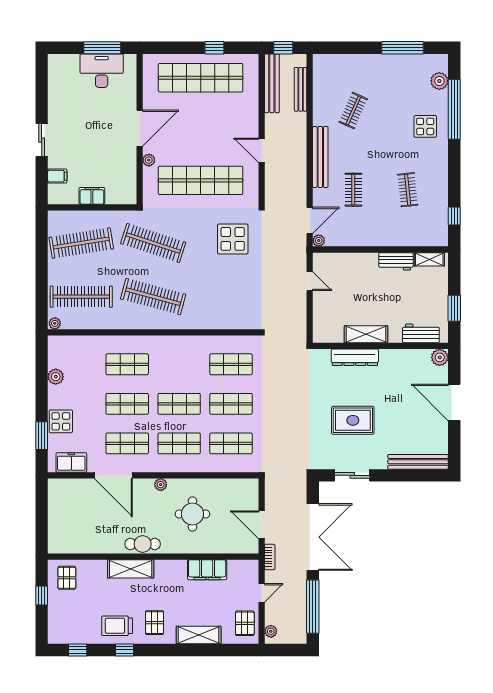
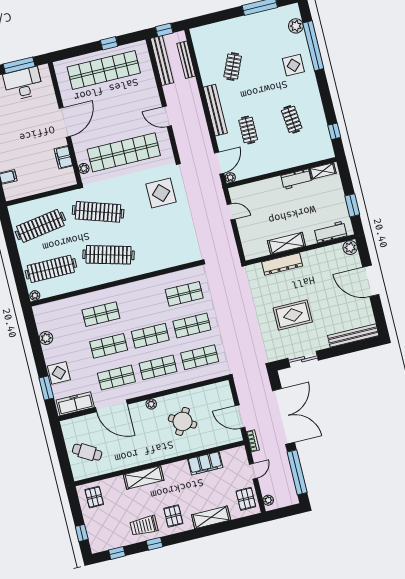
plant: (149, 160) -> (84, 168), moved
filing cabinet: (92, 196) -> (63, 157), moved, turned -90
freezer: (71, 462) -> (75, 404), width x1.40
round table: (192, 514) -> (183, 421), turned 30
cafe table: (143, 544) -> (87, 452), moved, turned 30
window: (42, 595) -> (82, 533), moved

